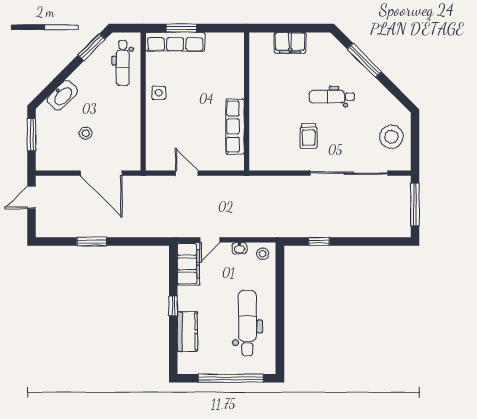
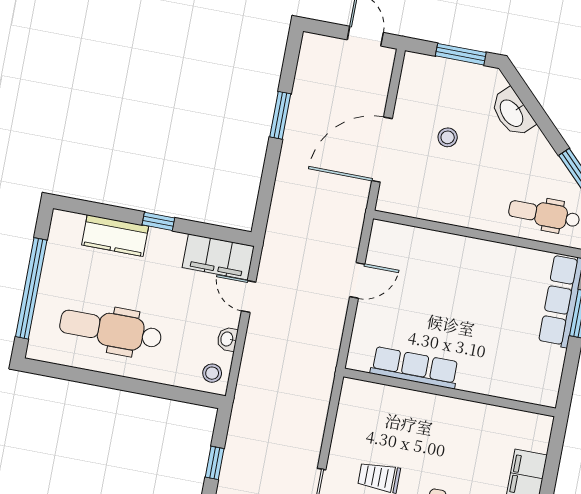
side table: (159, 93) -> (488, 261), removed
dental chair: (247, 323) -> (111, 330), turned 180

